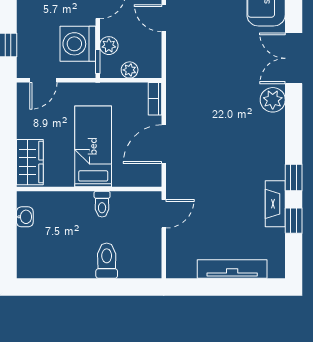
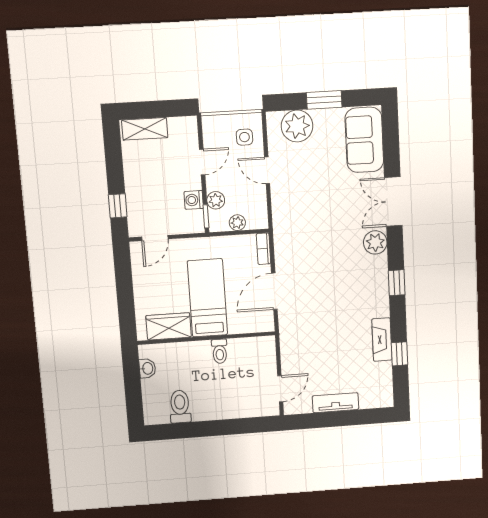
washing machine: (78, 44) -> (194, 200), width x0.53, depth x0.53
wardrobe: (30, 162) -> (169, 326), moved, turned -90
window: (294, 178) -> (397, 283), moved
door: (164, 214) -> (280, 389), moved
toilet: (107, 261) -> (180, 407), moved
tv unit: (232, 269) -> (335, 403), width x0.71

